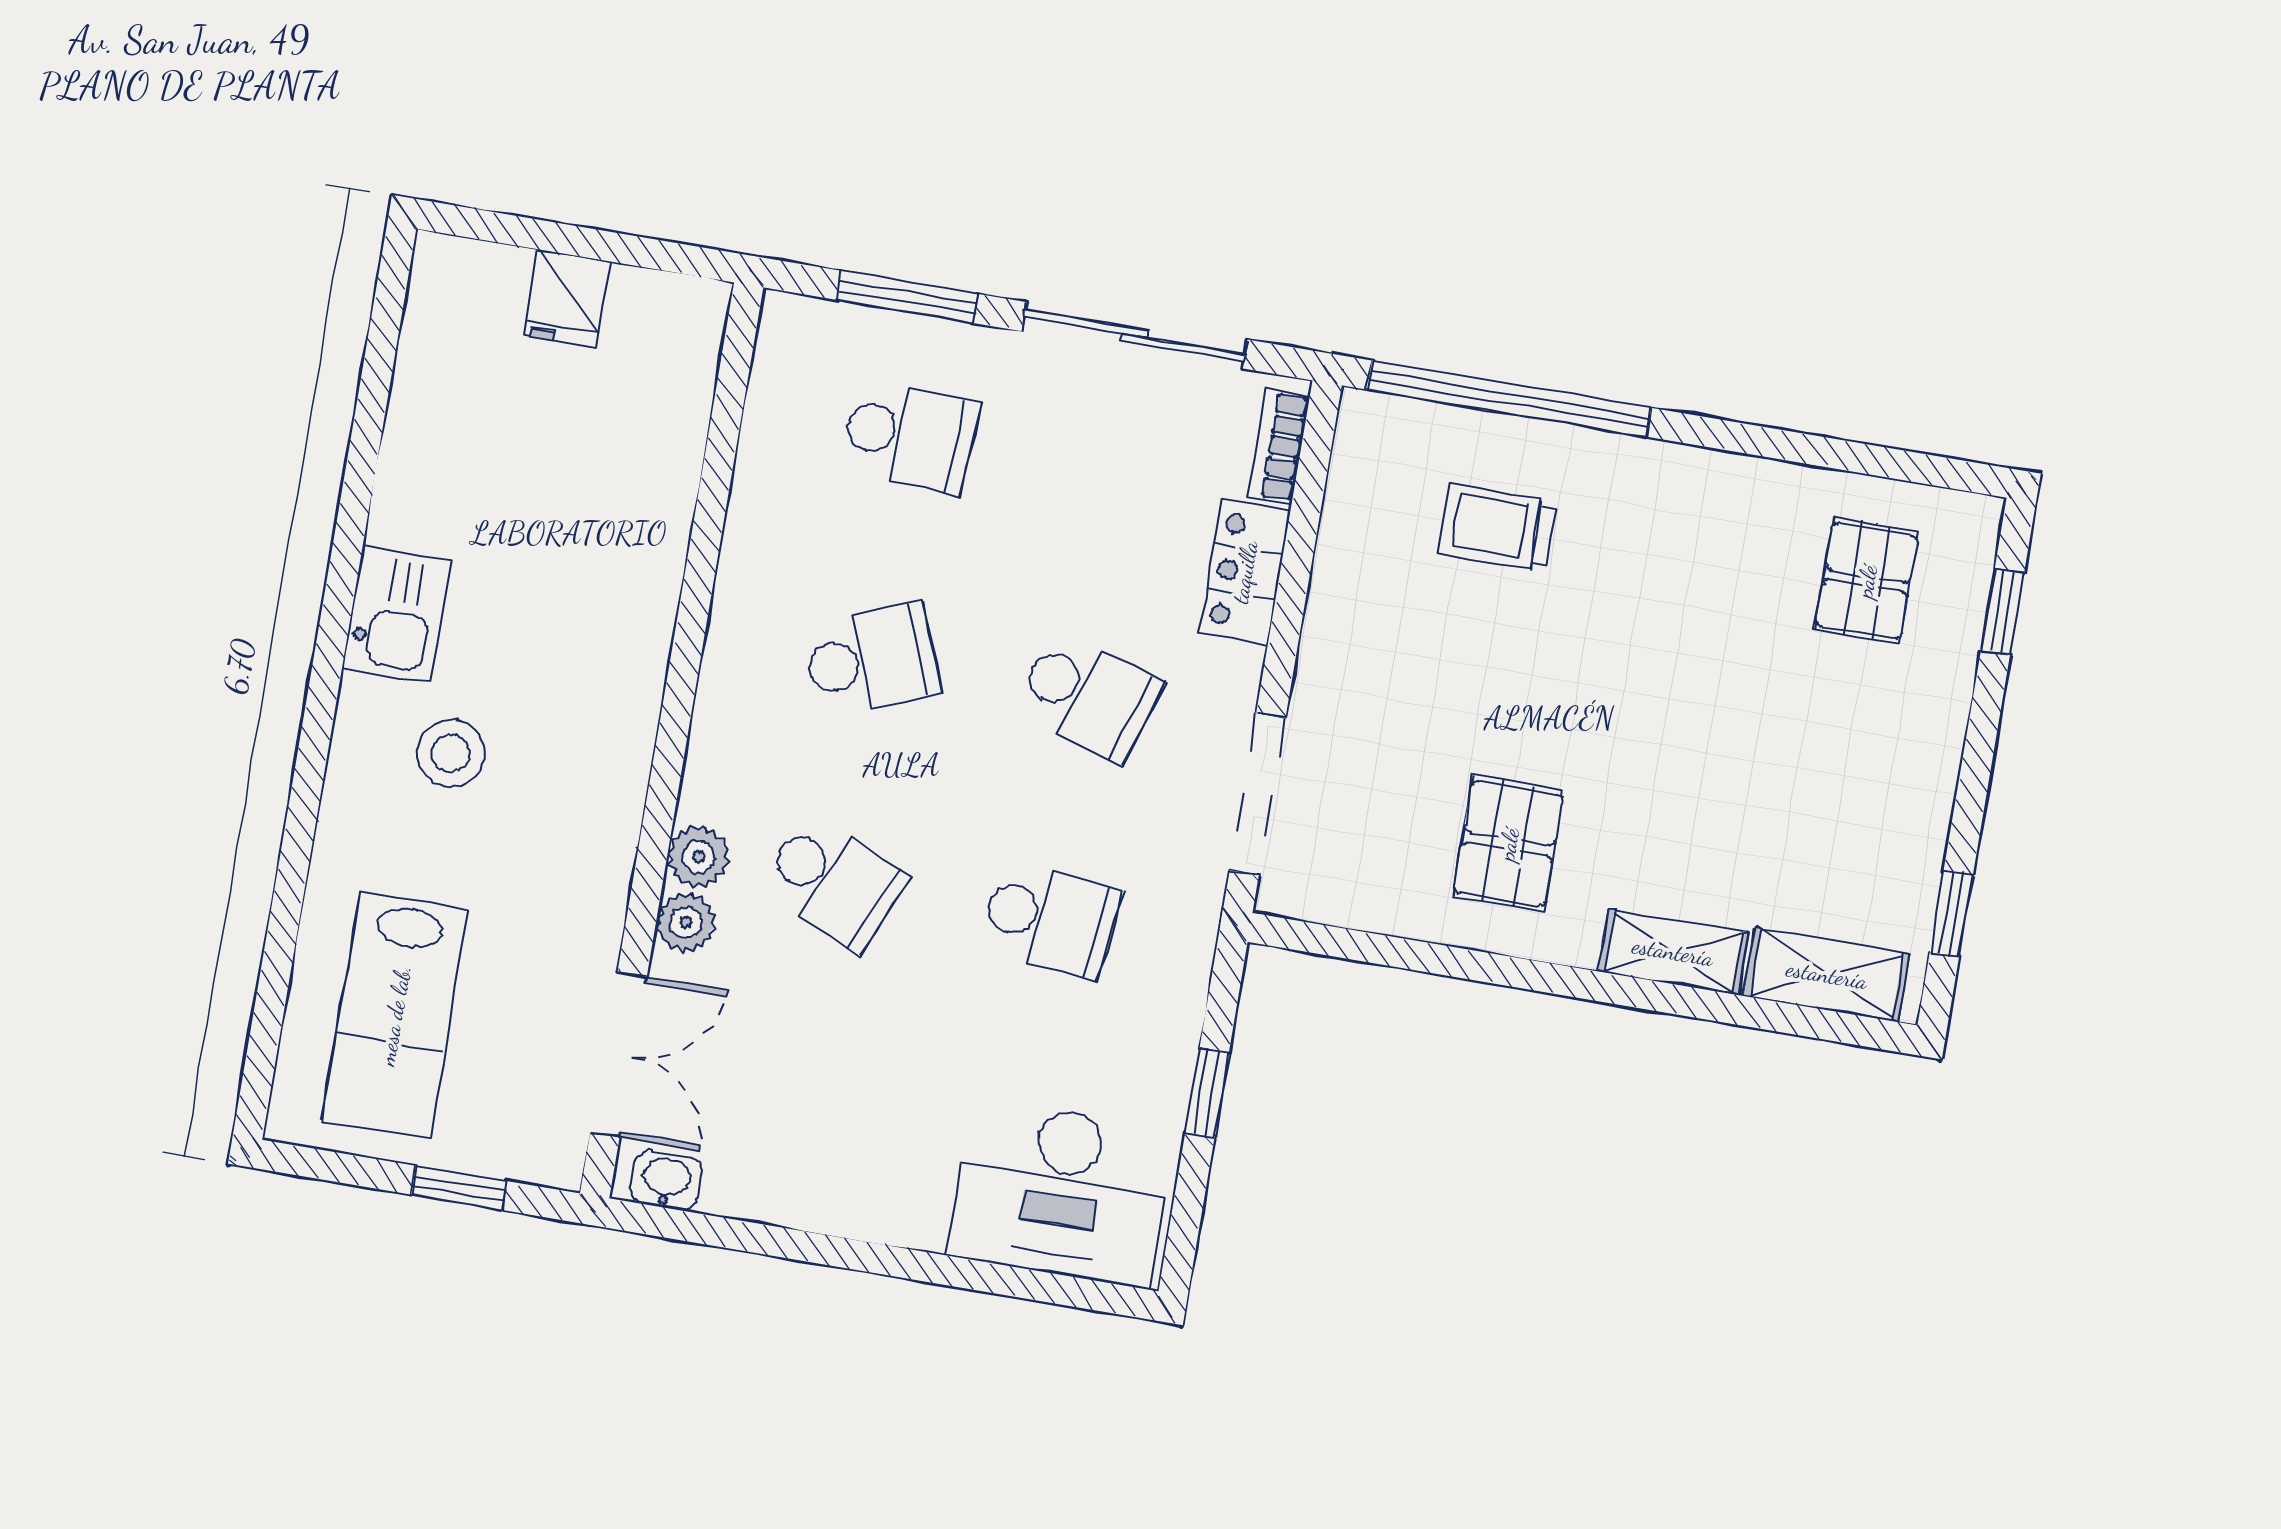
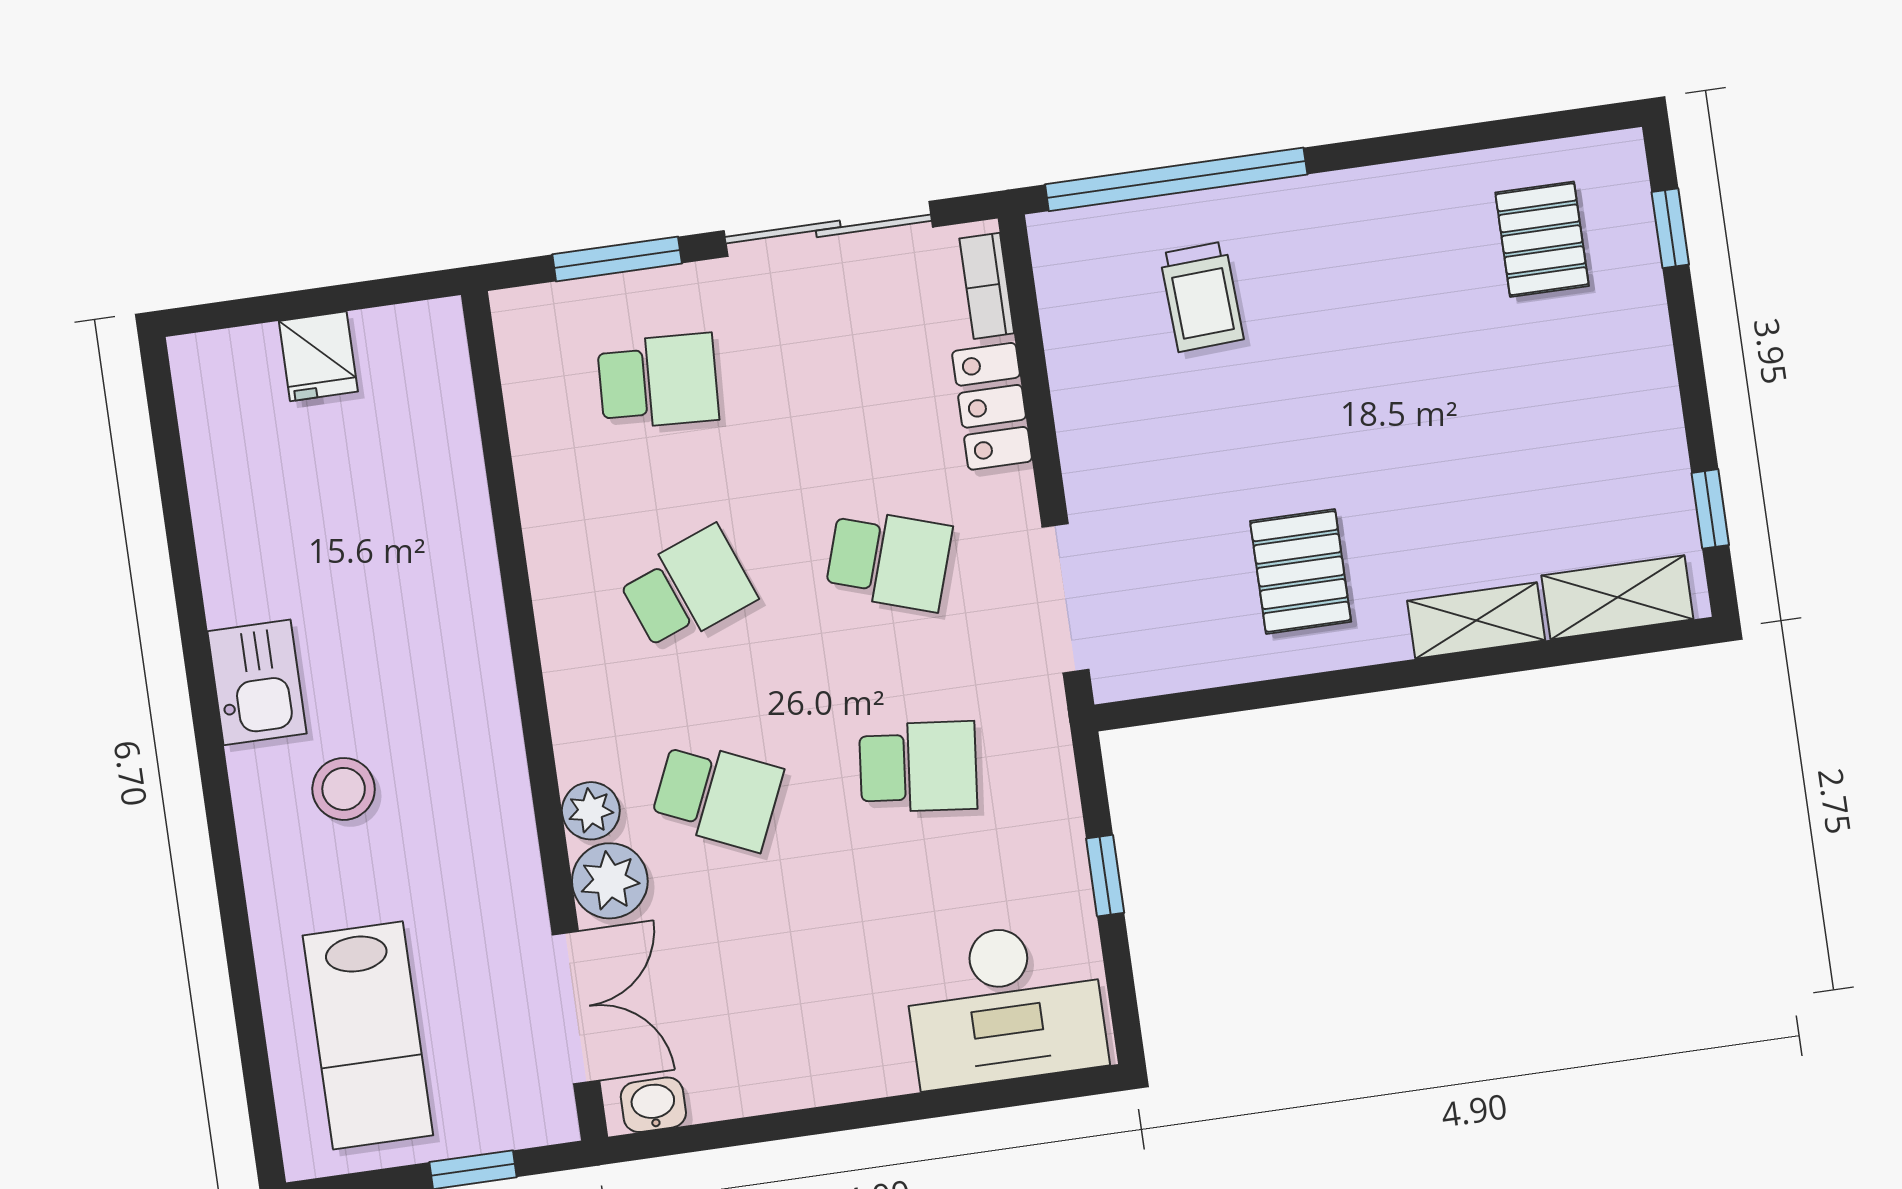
trolley: (1497, 528) -> (1202, 297), turned -93
plant: (686, 922) -> (610, 881), width x1.38, depth x1.38

